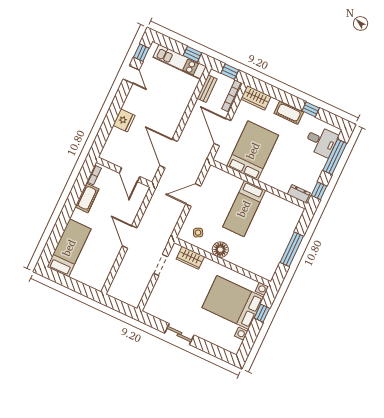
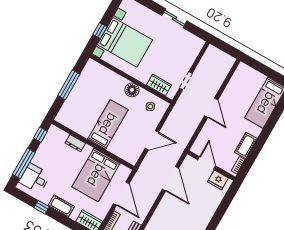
fridge: (124, 120) -> (218, 180), moved, turned -90
dresser: (299, 194) -> (75, 143), moved

